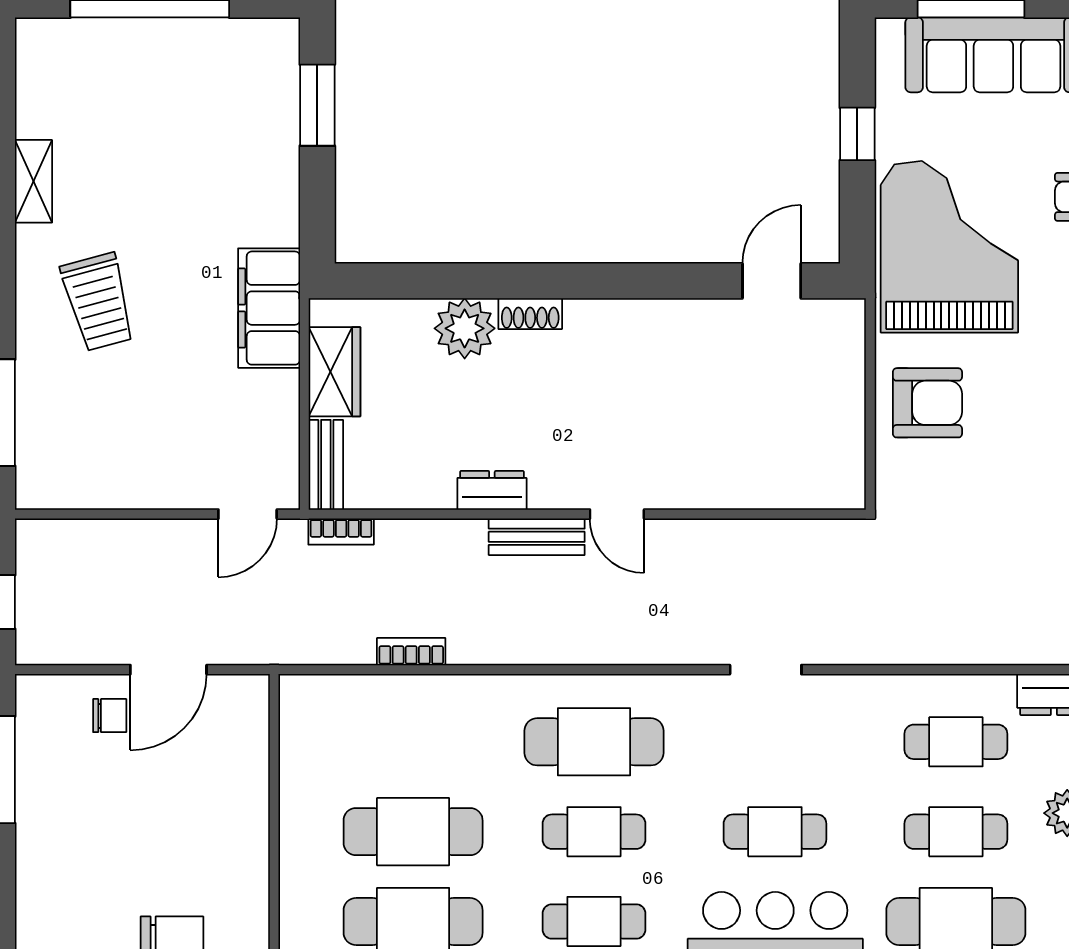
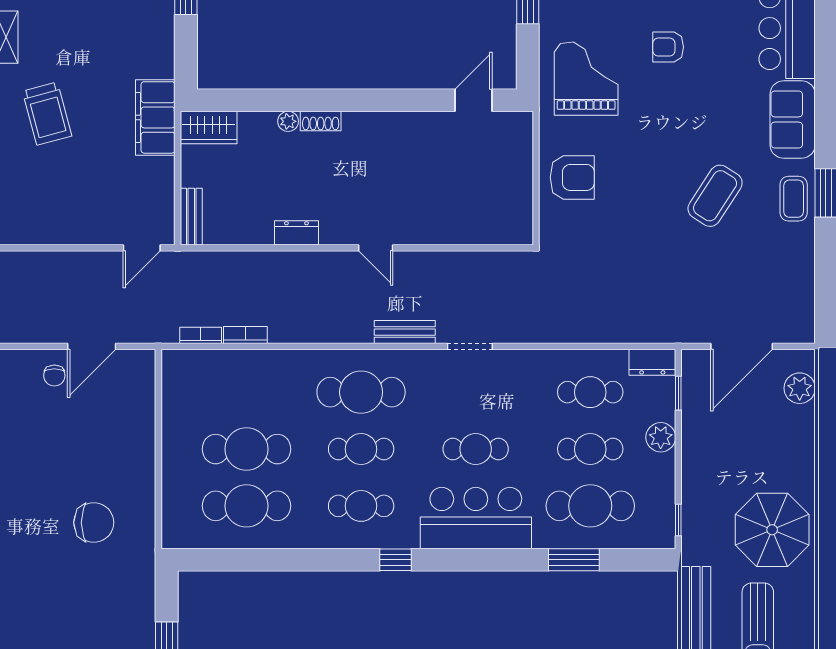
grand piano: (949, 247) -> (586, 79), width x0.73, depth x0.68
plant: (465, 328) -> (288, 121), width x0.53, depth x0.53
wardrobe: (334, 372) -> (209, 128), moved, turned 90
bookcase: (341, 532) -> (201, 335), moved, turned 180
bench: (537, 537) -> (405, 332), moved
chair: (110, 716) -> (54, 376), turned 90

